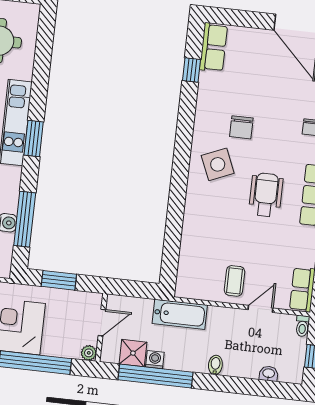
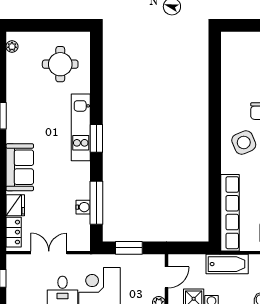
row of seats: (213, 47) -> (230, 213), moved, width x2.02
window: (191, 70) -> (215, 70), removed

